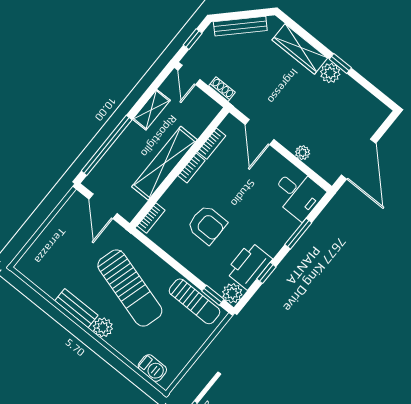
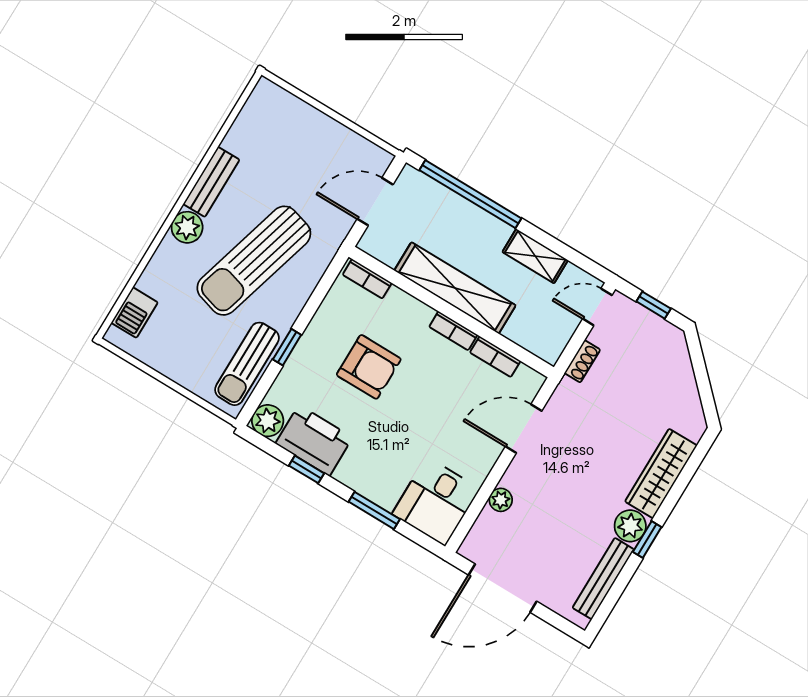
bench: (240, 26) -> (603, 579), moved, turned 45
armchair: (207, 225) -> (369, 367), turned -90
window: (213, 295) -> (287, 347), moved

